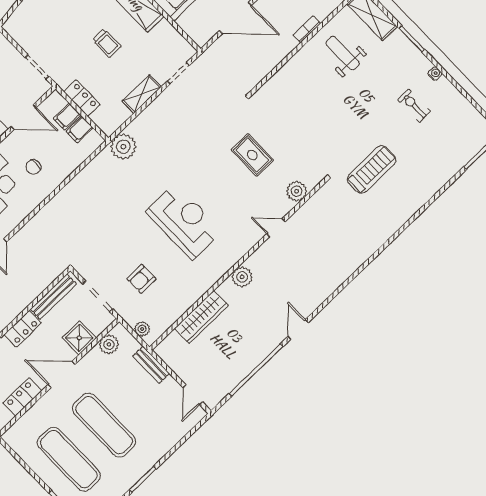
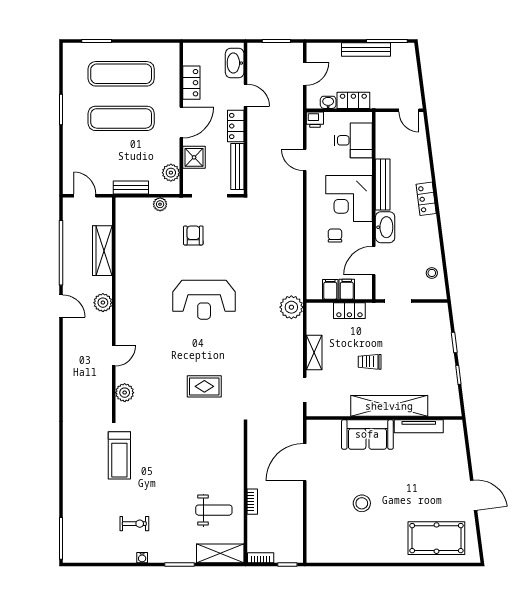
plant: (297, 191) -> (125, 393), moved
door: (276, 228) -> (114, 356), moved
wall: (238, 264) -> (114, 309), moved
plant: (242, 277) -> (103, 303), moved
wardrobe: (201, 317) -> (102, 251), moved

